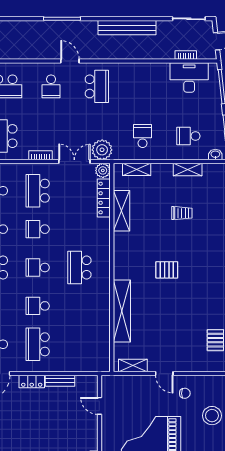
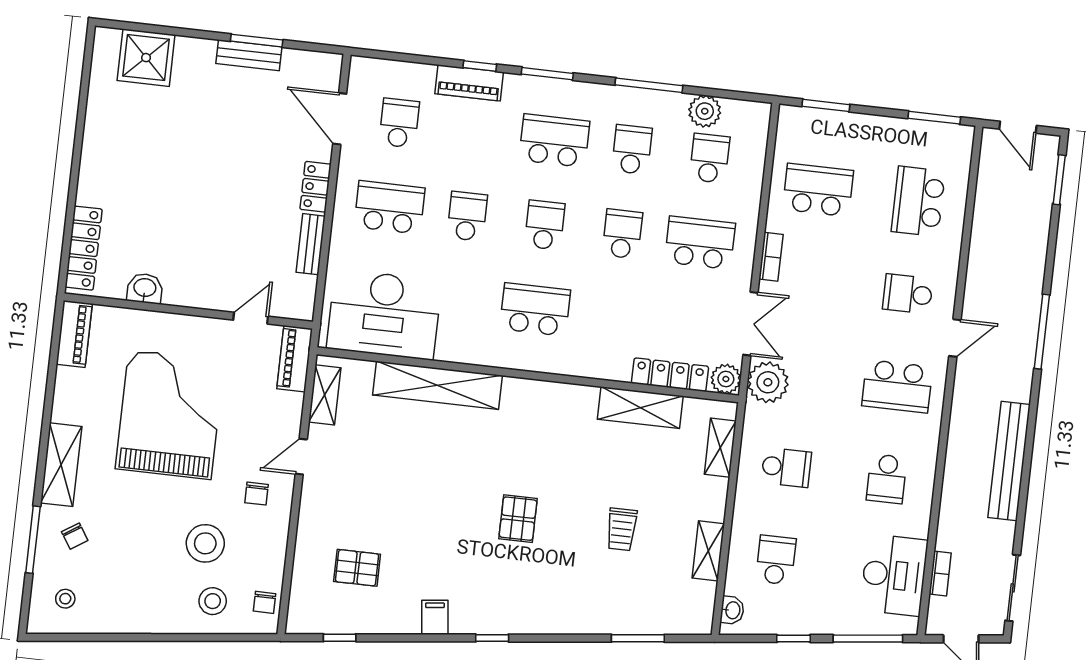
school desk: (143, 86) -> (887, 479), added
pallet: (167, 270) -> (518, 519), moved
desk: (90, 341) -> (384, 315), added
piano: (117, 382) -> (295, 359), added

